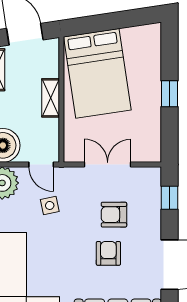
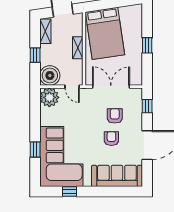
double door: (108, 165) -> (111, 87), width x1.37
side table: (50, 205) -> (77, 111), removed
armchair: (114, 215) -> (115, 116), turned 90

